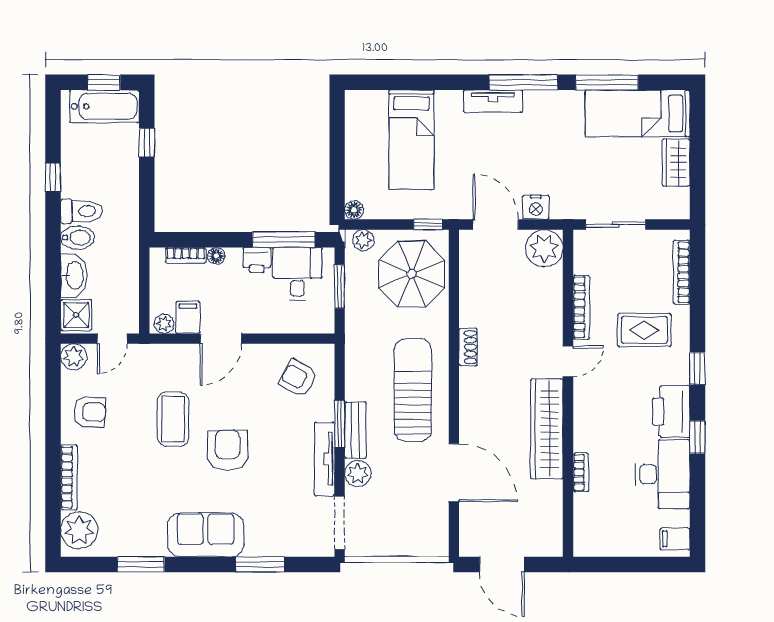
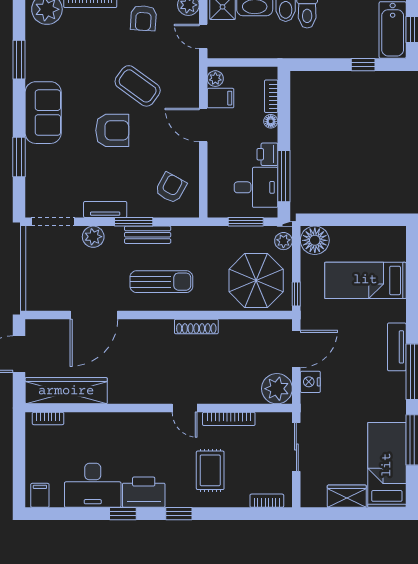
floor lamp: (354, 210) -> (315, 240), width x1.89, depth x1.89
bookcase: (682, 272) -> (267, 501), width x0.64
shoe rack: (468, 347) -> (196, 327), width x1.43
sun lounger: (413, 390) -> (161, 282), width x0.73, depth x0.75
coffee table: (173, 419) -> (138, 86), turned 36
wardrobe: (547, 429) -> (66, 391), moved
bench: (355, 430) -> (148, 235), moved
tv unit: (325, 459) -> (105, 210), width x0.71
bookcase: (581, 473) -> (48, 418), moved

